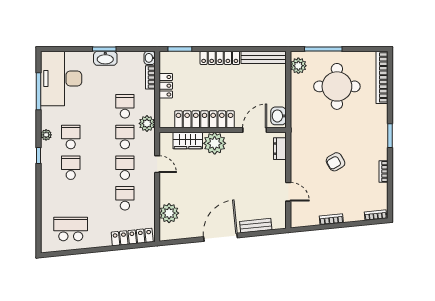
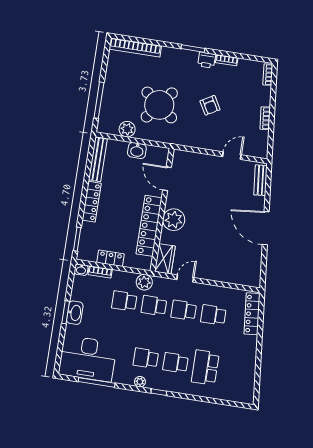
plant: (298, 66) -> (127, 129), moved
round table: (337, 86) -> (159, 105), moved, turned 38
washbasin: (278, 116) -> (137, 150), moved
wardrobe: (188, 141) -> (165, 259), moved
dresser: (280, 149) -> (189, 157), removed
printer: (381, 151) -> (207, 60), added
plant: (169, 213) -> (234, 274), removed
bench: (256, 226) -> (260, 180), moved
school desk: (71, 229) -> (205, 367), moved

